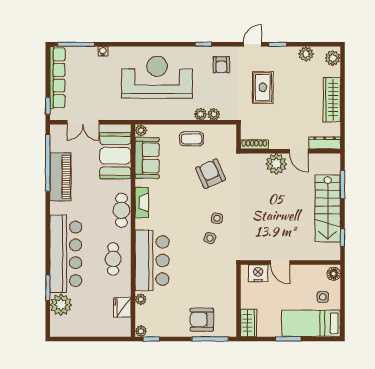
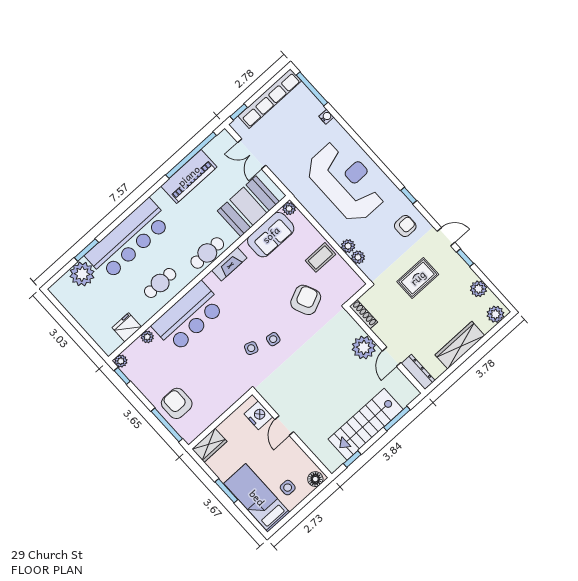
armchair: (221, 65) -> (405, 226), turned 180
coffee table: (192, 139) -> (320, 257), turned 90

